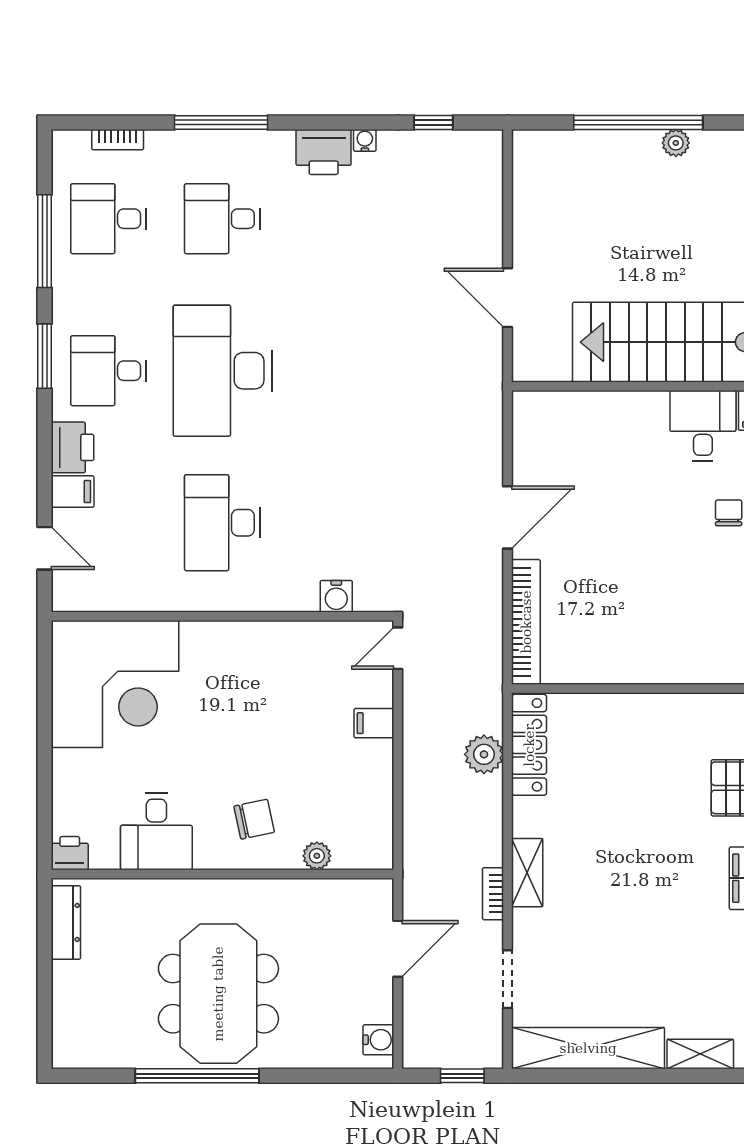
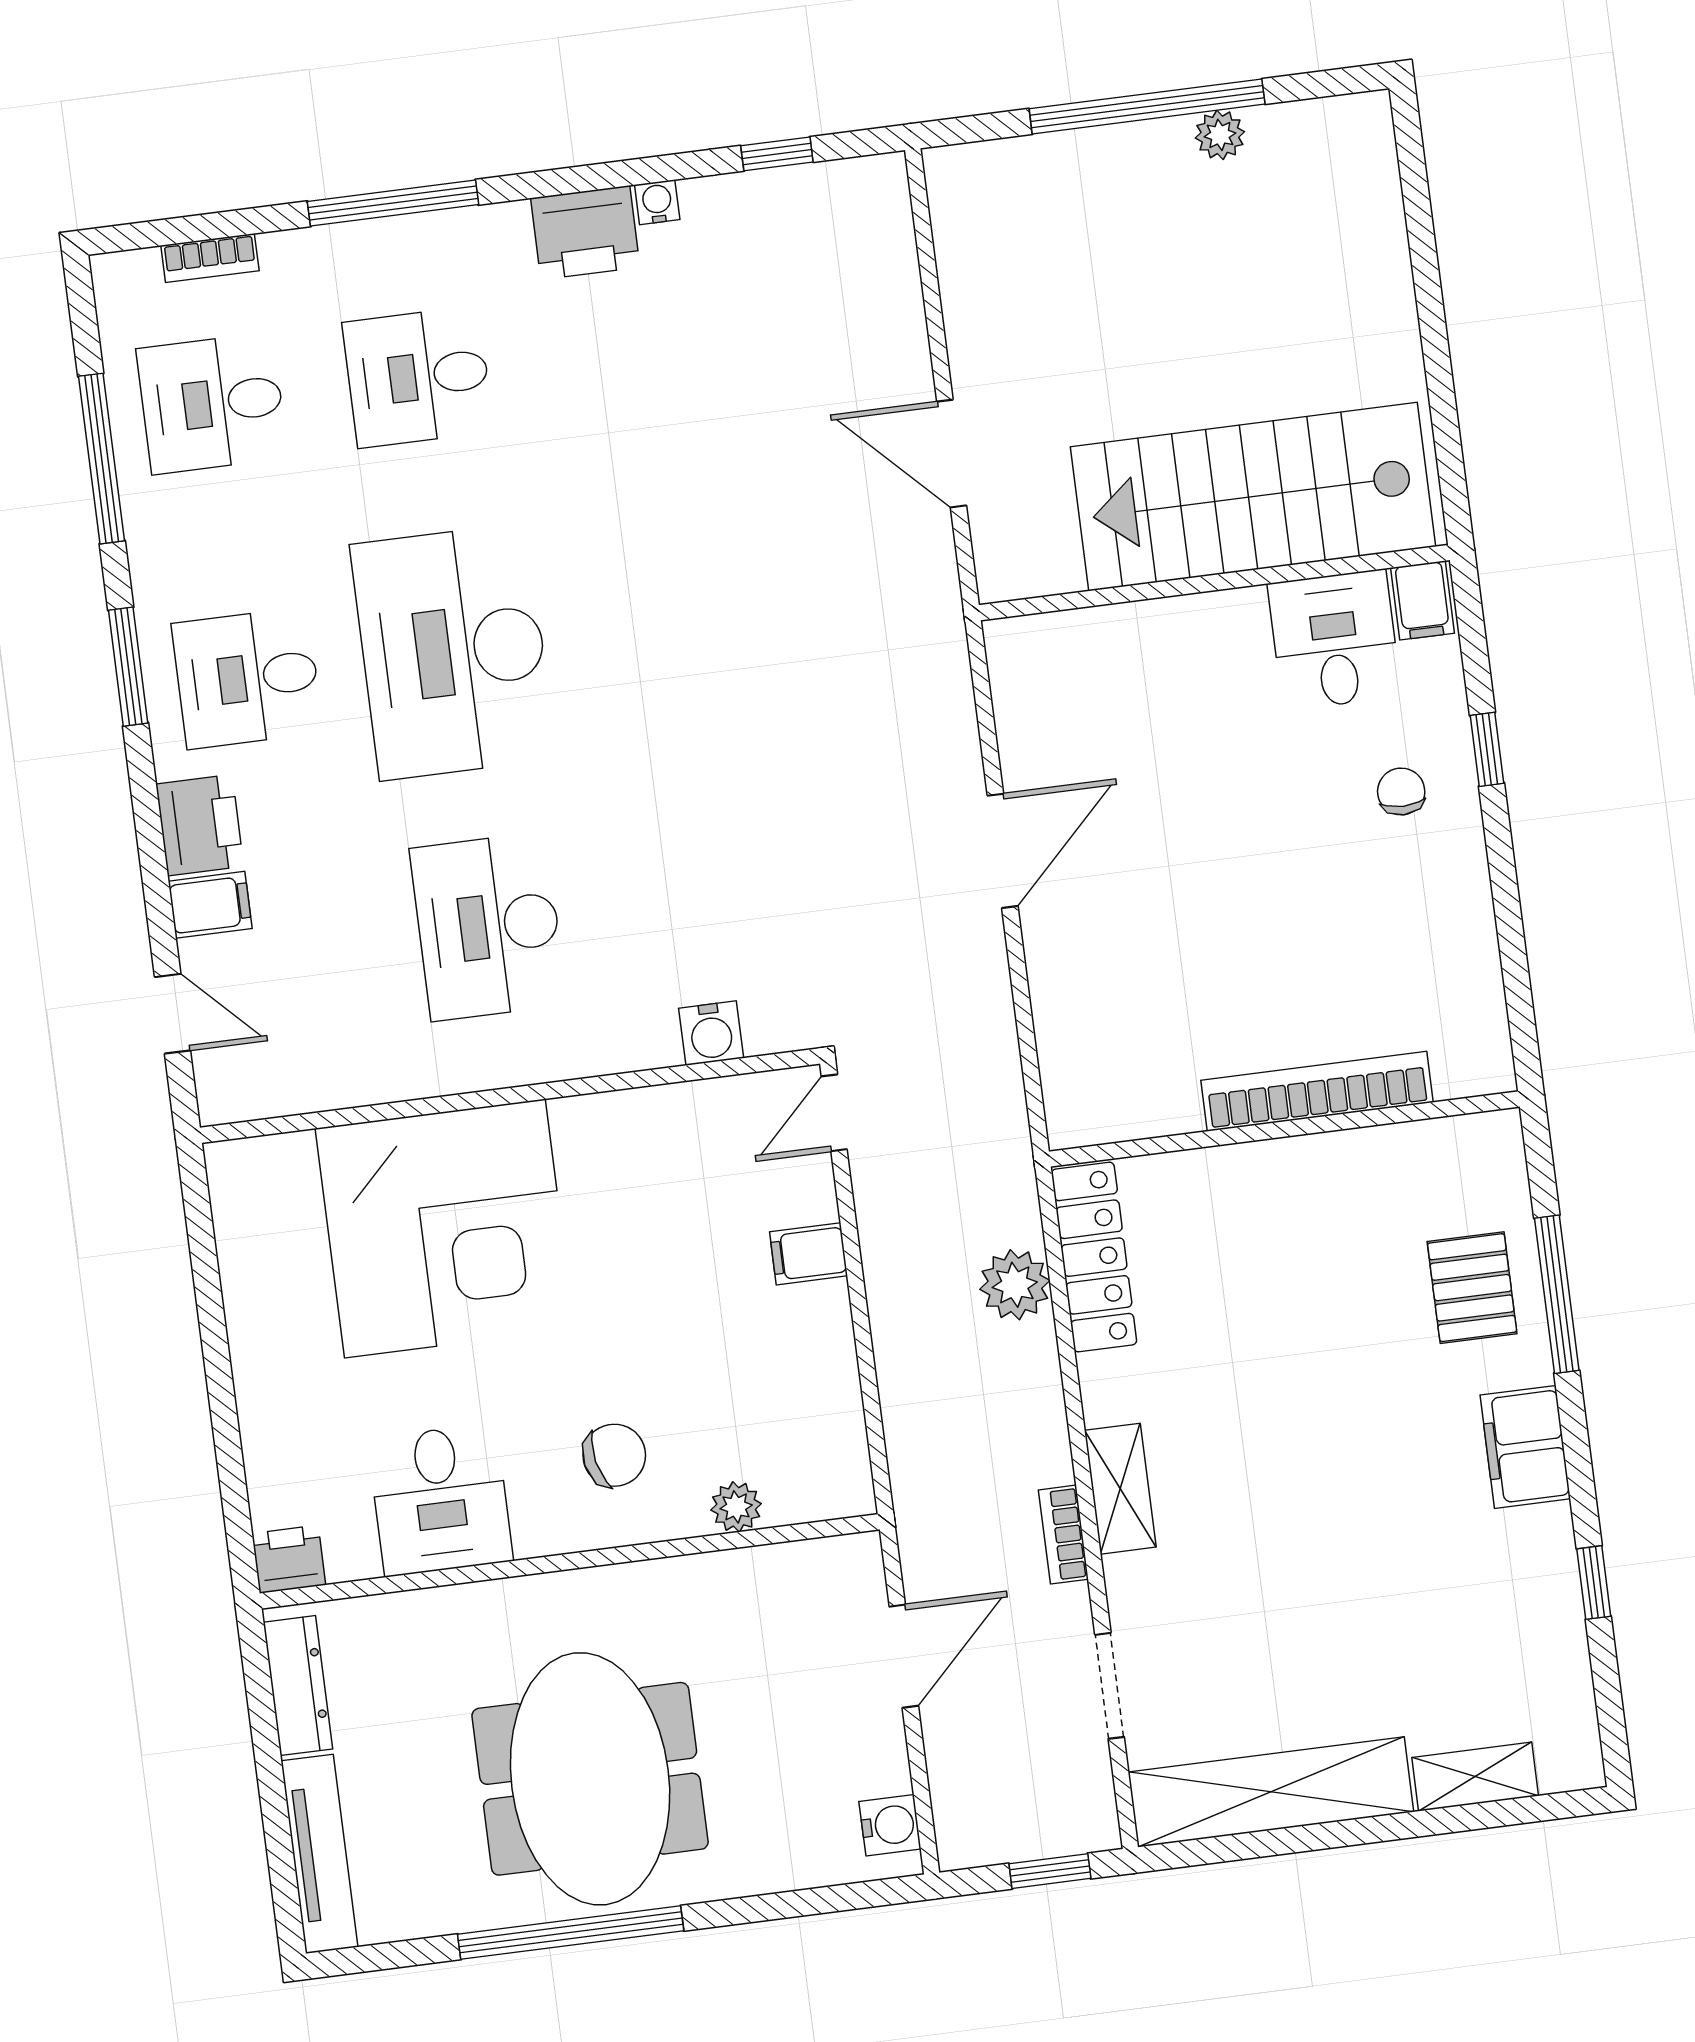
bookcase: (526, 622) -> (1317, 1091), moved, turned -90
corner desk: (115, 684) -> (445, 1229), moved
tv unit: (66, 1016) -> (319, 1854), added

